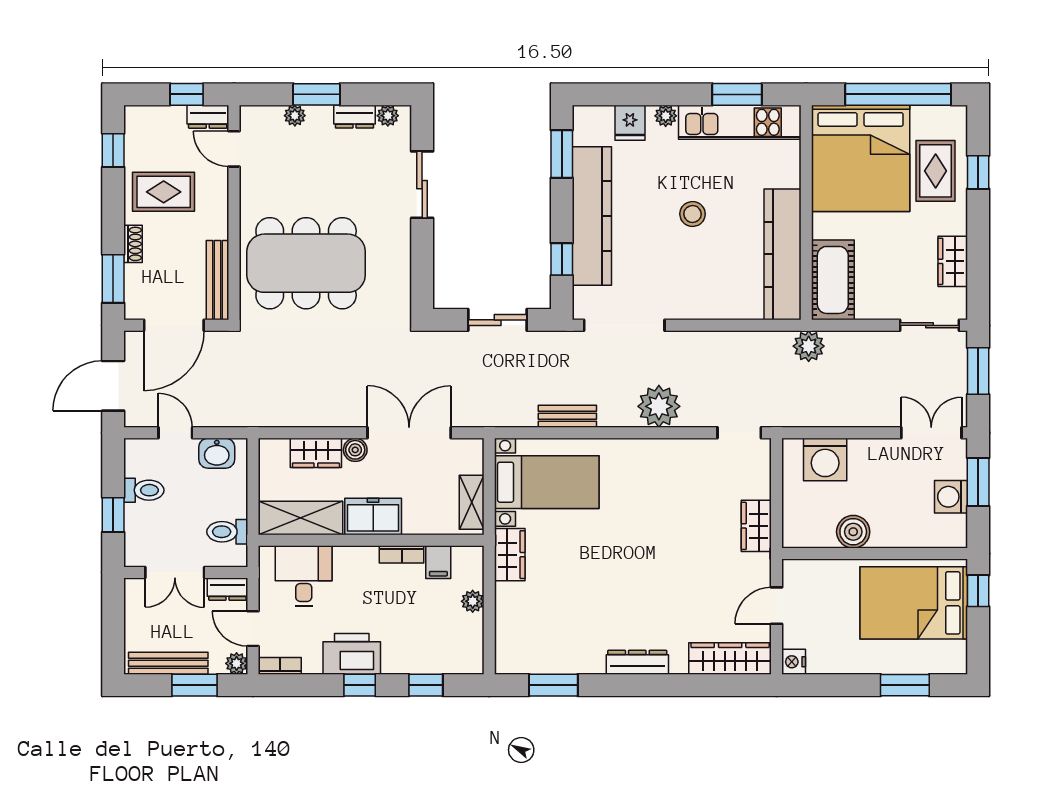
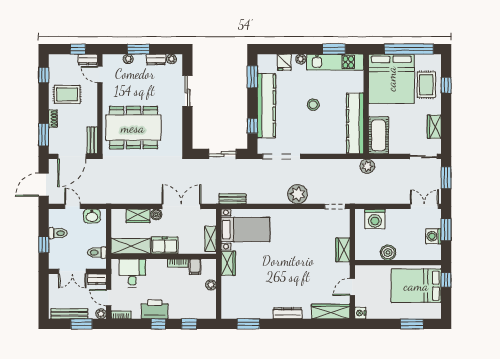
bench: (218, 280) -> (92, 140), width x0.73
bench: (567, 416) -> (233, 199), moved

